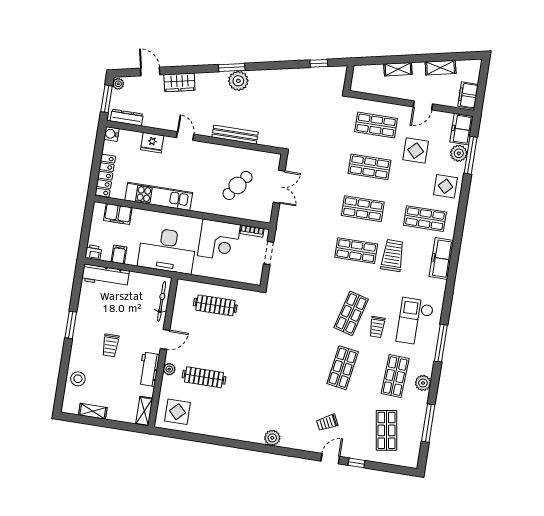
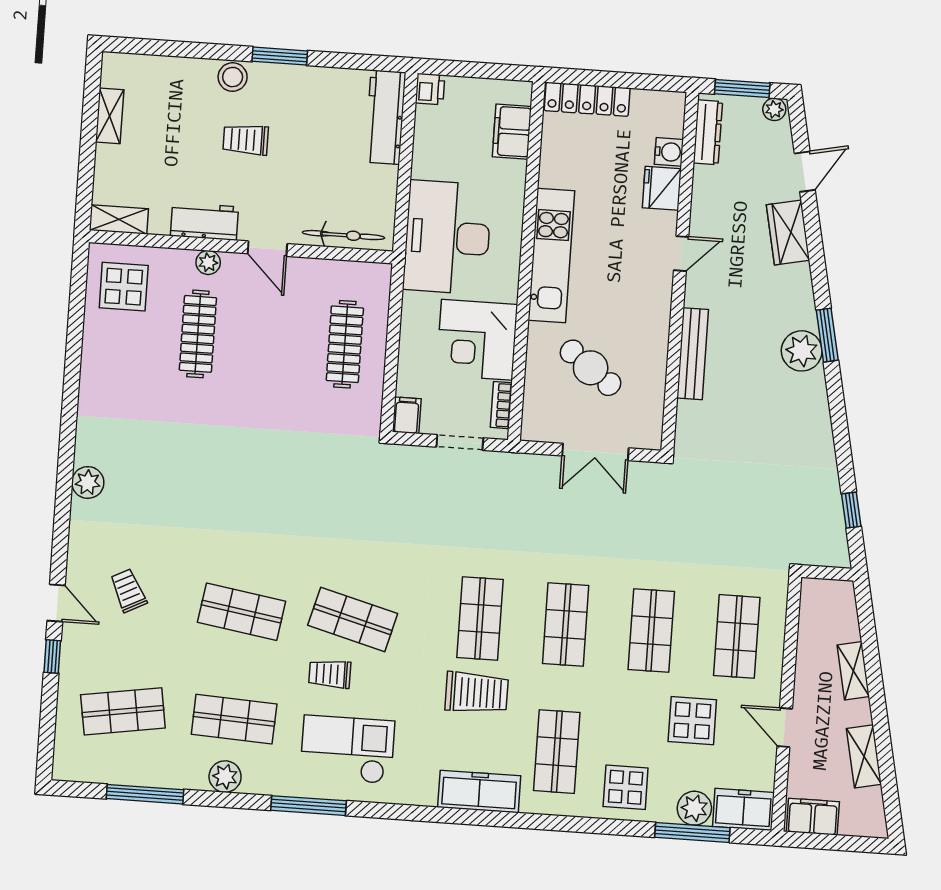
water cooler: (111, 134) -> (669, 152), moved, turned 90
kitchen unit: (159, 196) -> (551, 255), moved
filing cabinet: (119, 255) -> (407, 415), moved, turned -90
stool: (78, 379) -> (233, 77), moved

